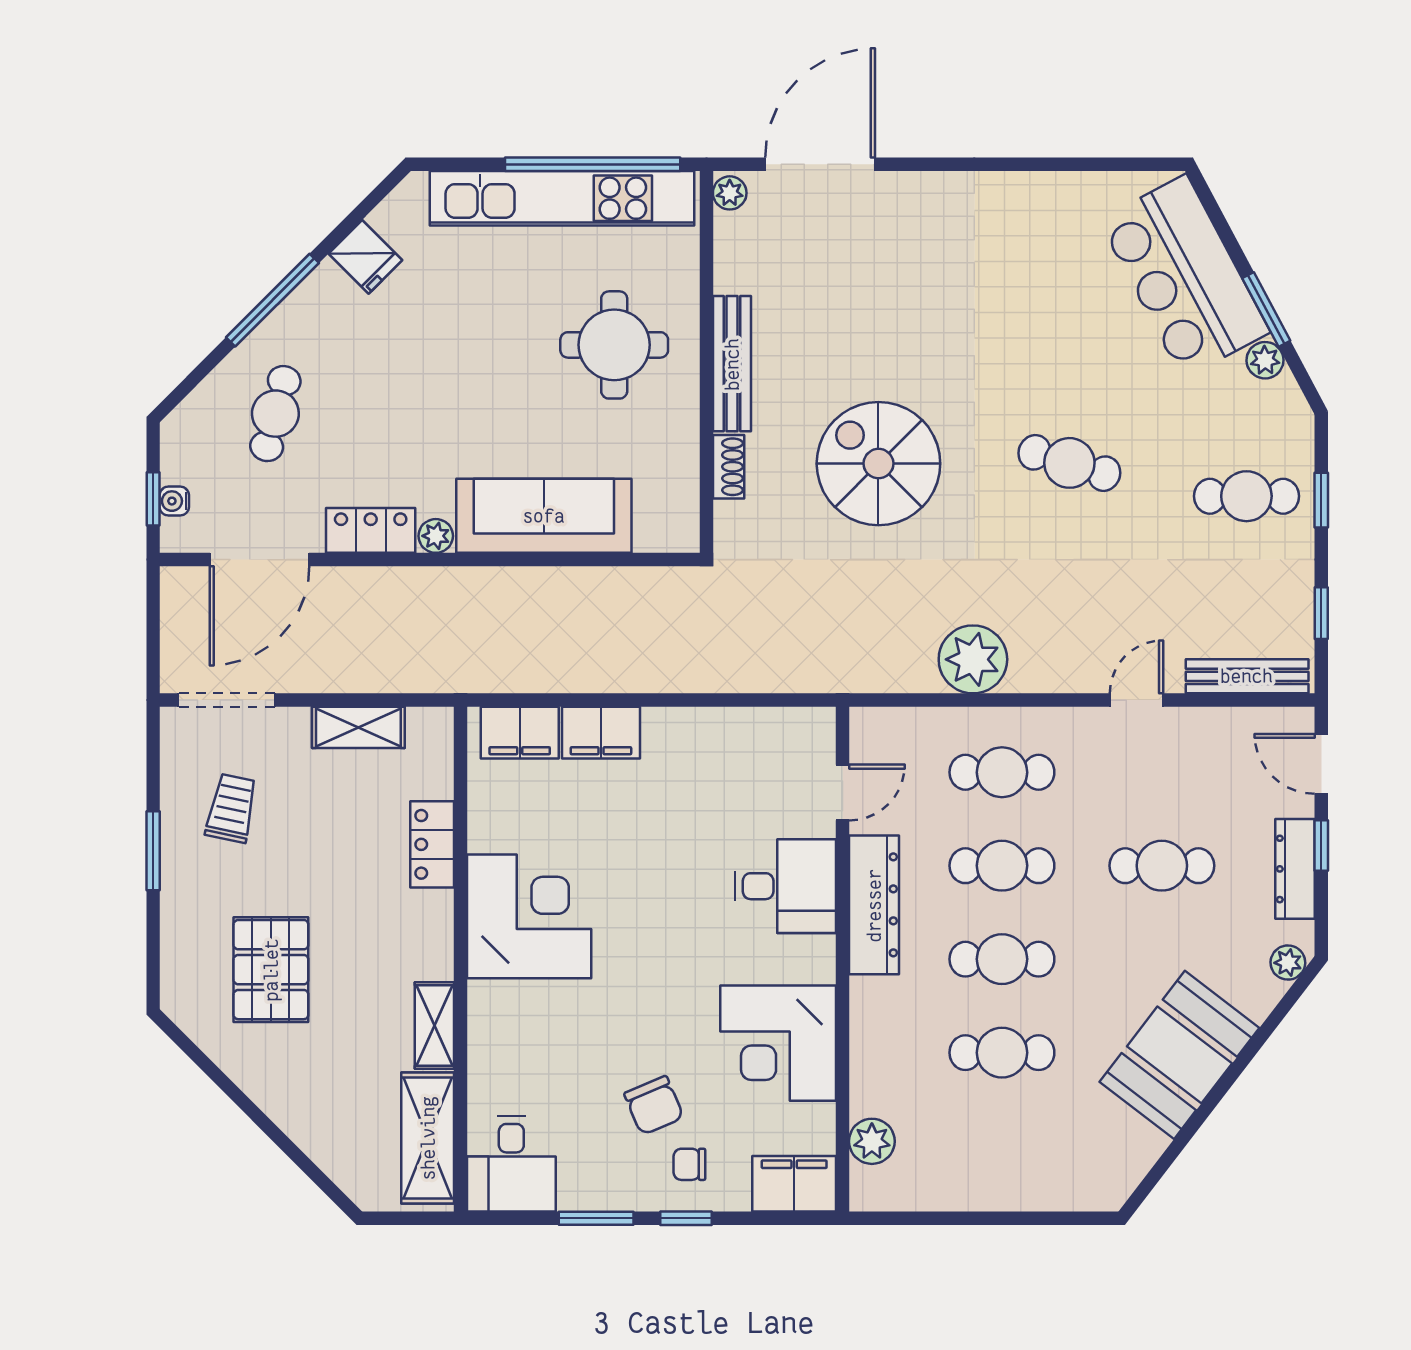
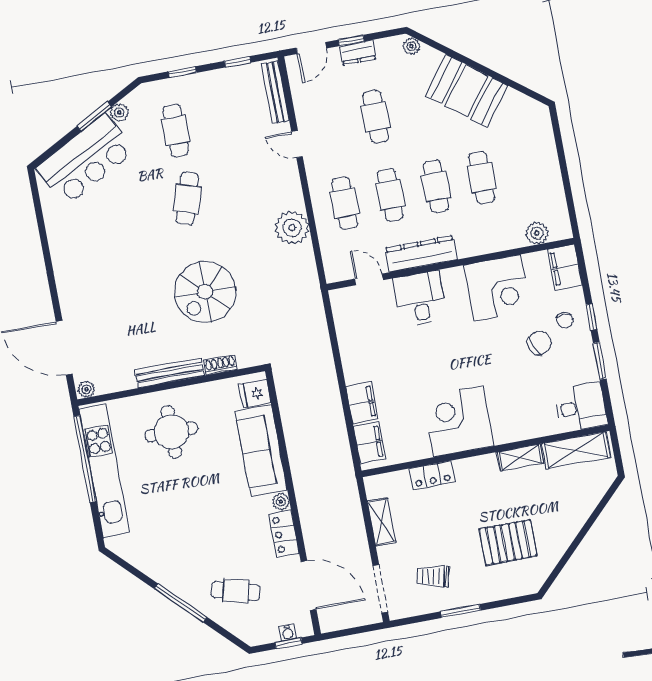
fridge: (365, 257) -> (255, 394), moved, turned -135
cafe table: (1246, 496) -> (176, 130), moved
dresser: (1295, 869) -> (358, 53), width x0.70

